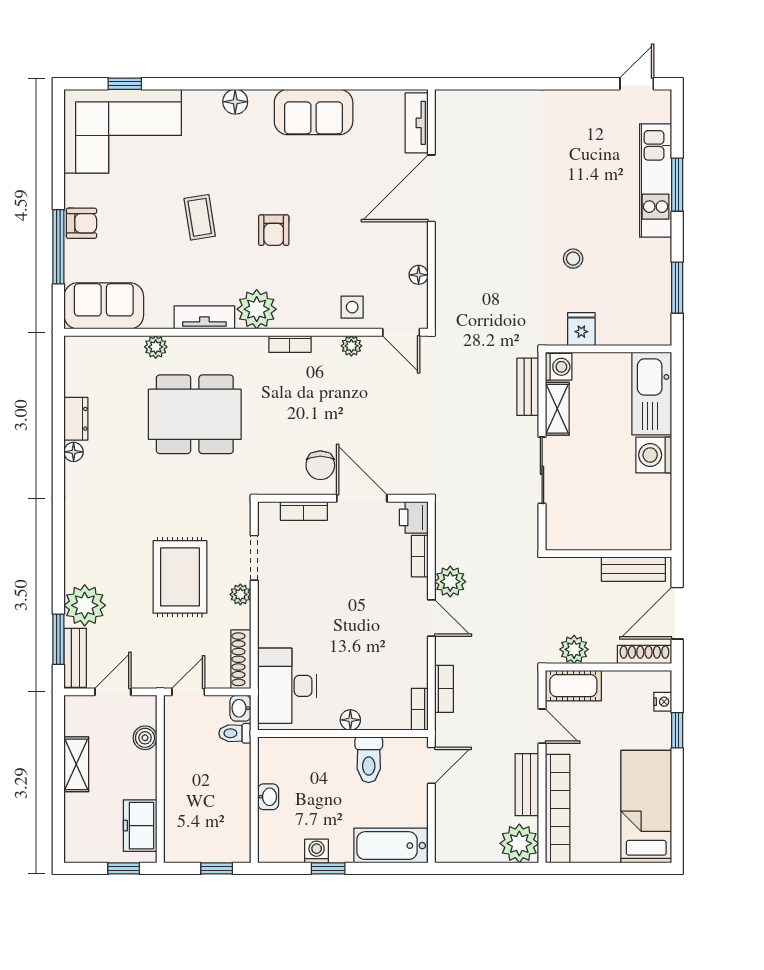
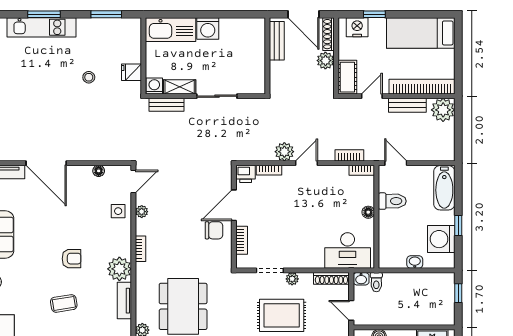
plant: (574, 649) -> (325, 61), moved
nightstand: (663, 702) -> (357, 27), width x1.89, depth x1.79
washing machine: (317, 851) -> (441, 239), width x1.89, depth x1.89

